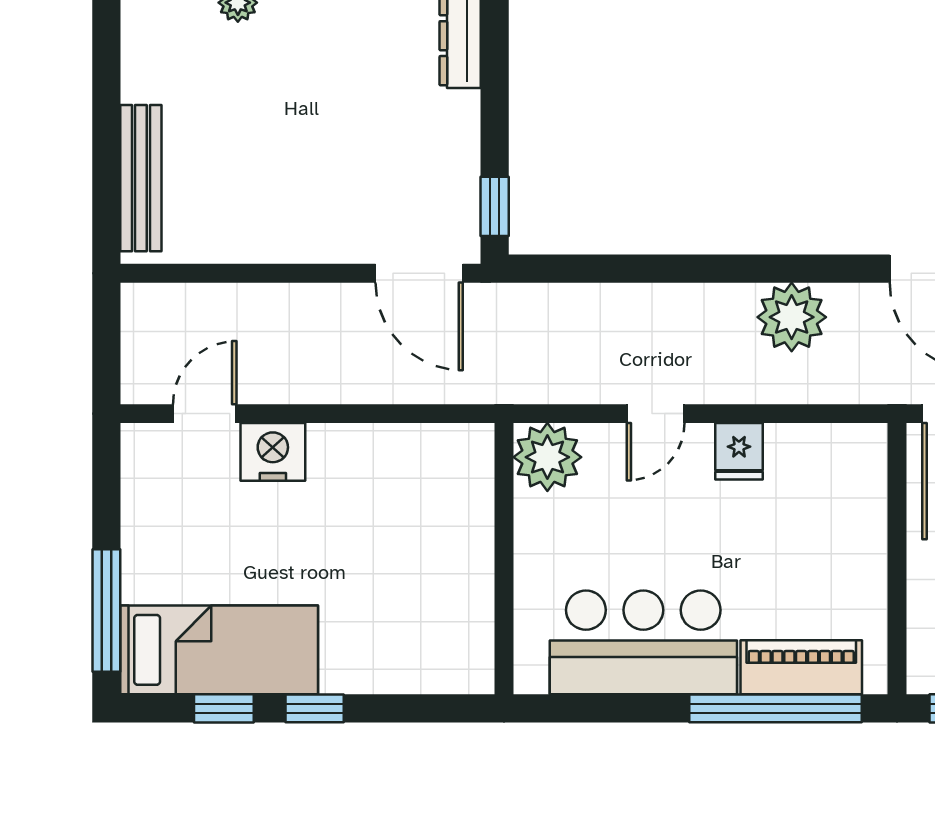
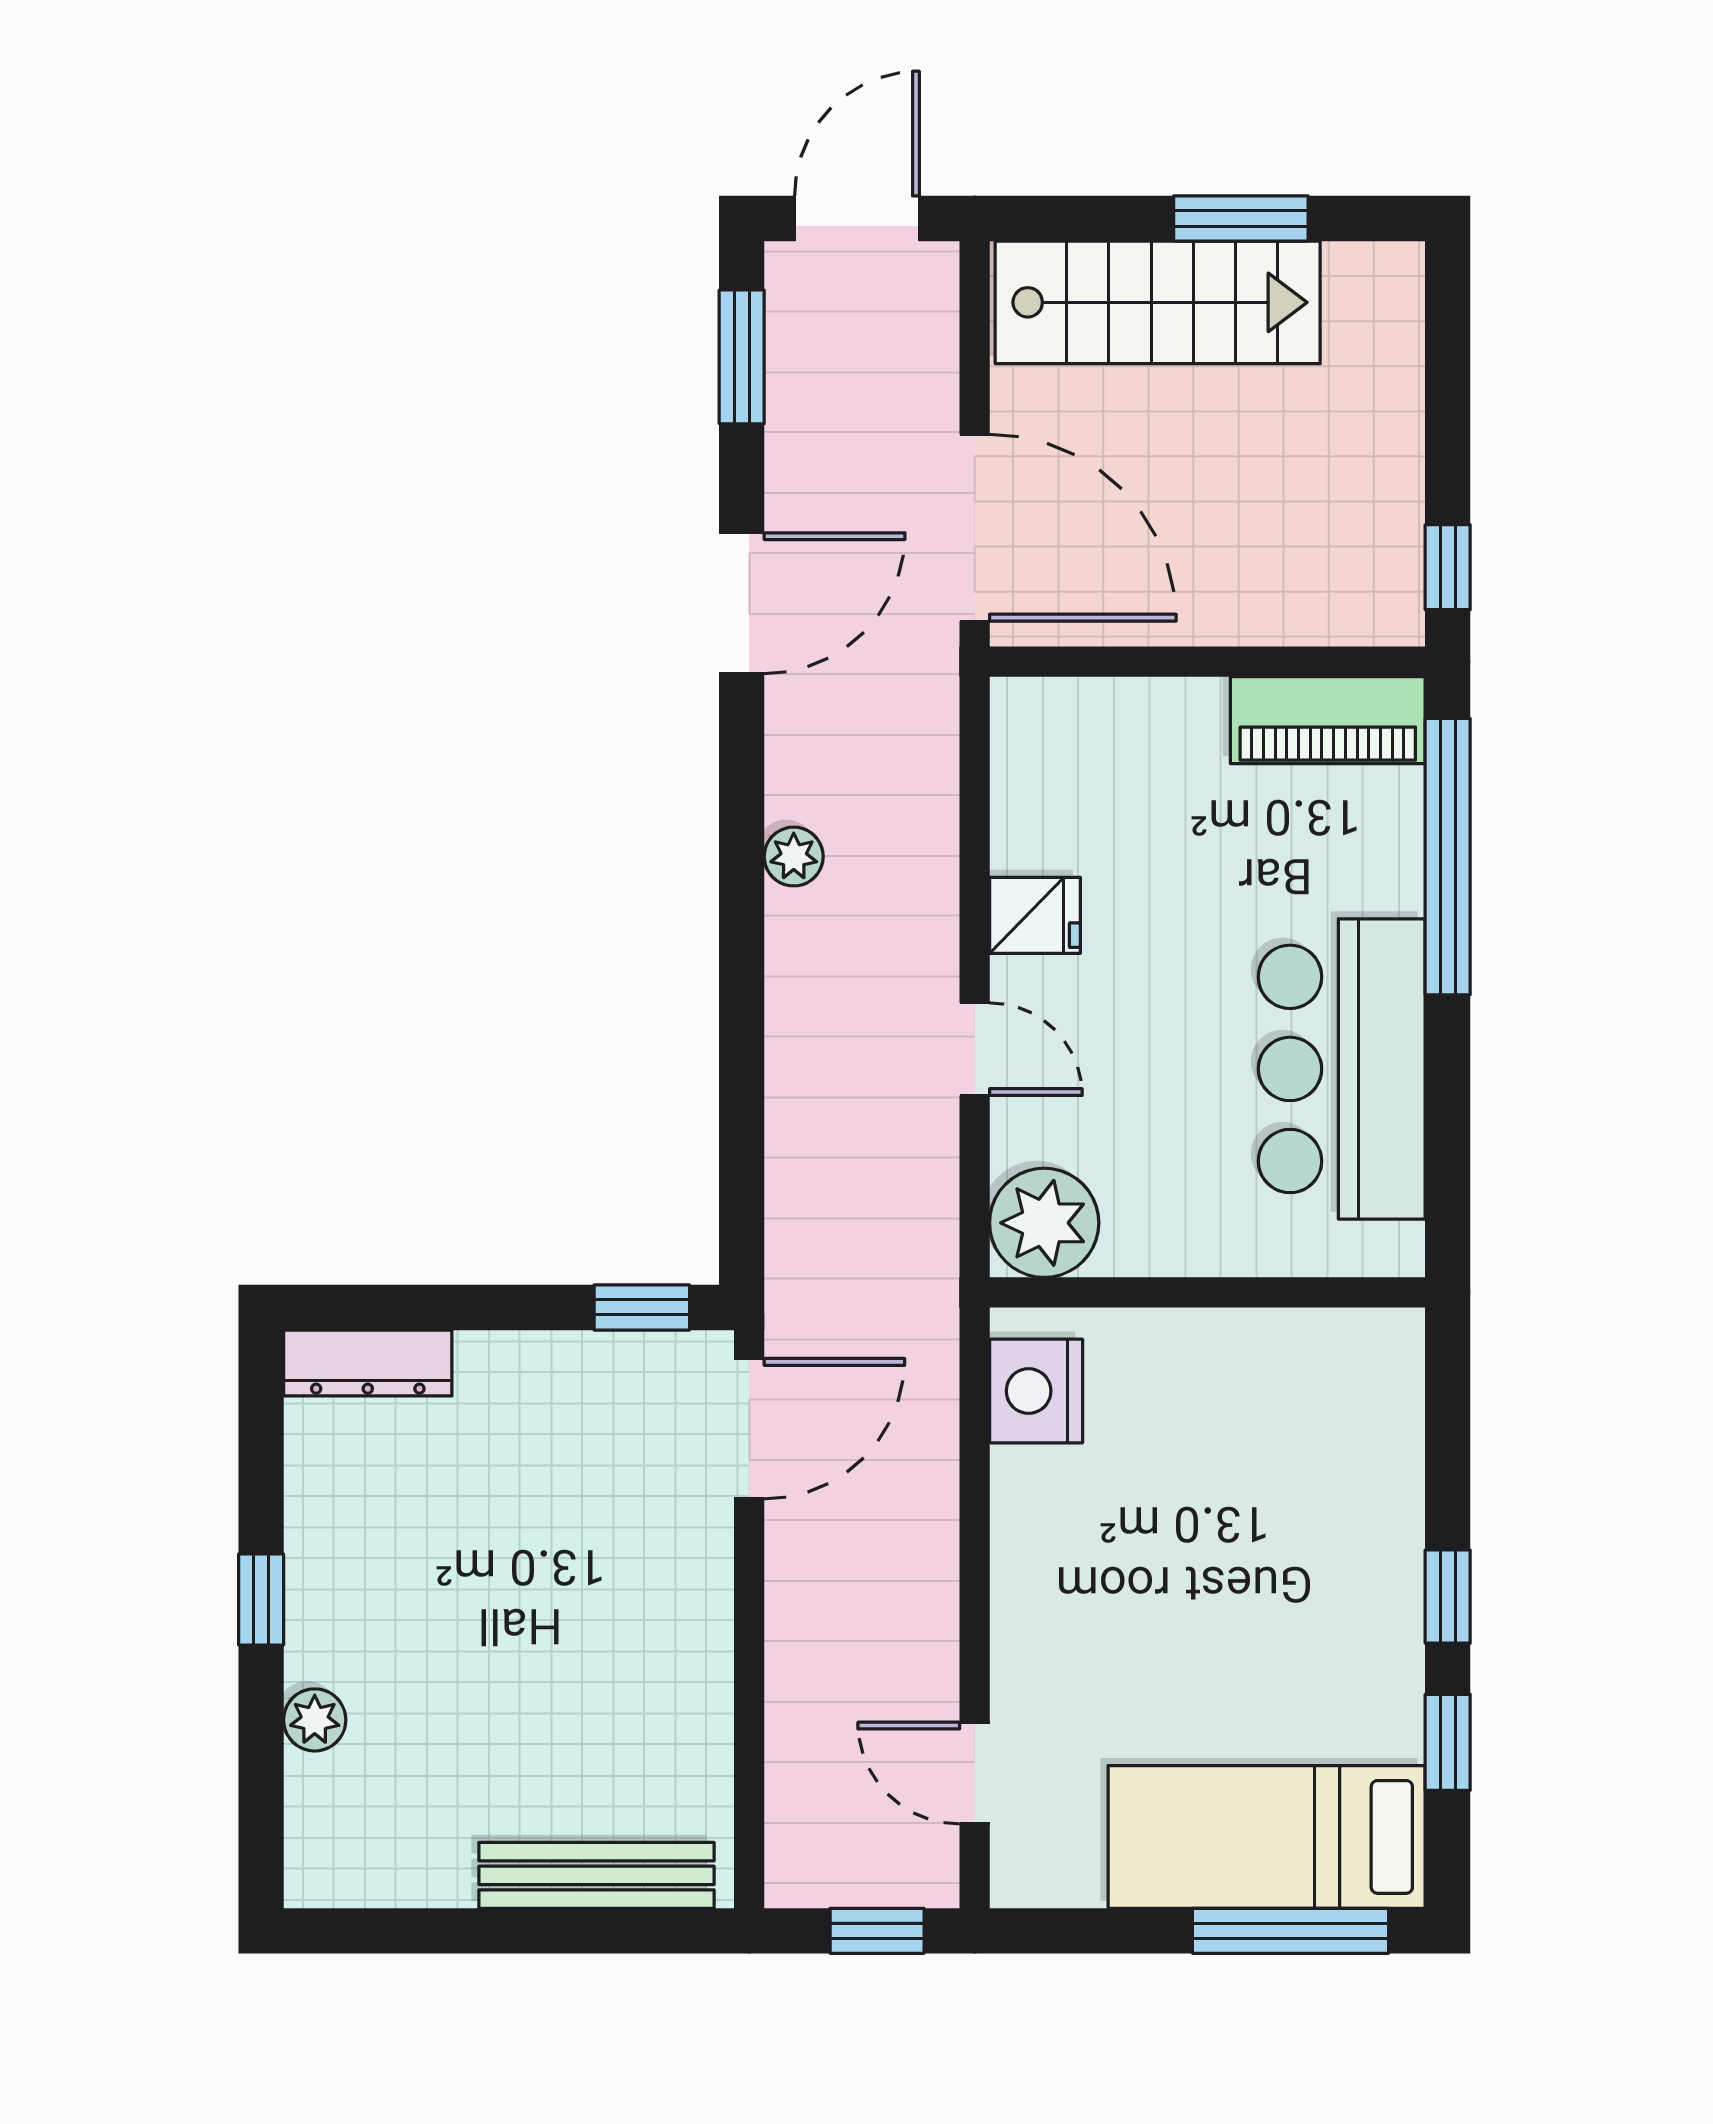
plant: (792, 317) -> (794, 857), width x0.53, depth x0.53
window: (106, 353) -> (877, 1931), added
nightstand: (273, 452) -> (1036, 1391), moved
bed: (219, 650) -> (1267, 1837), moved, turned -90
piano: (801, 667) -> (1328, 720), moved, turned -90

